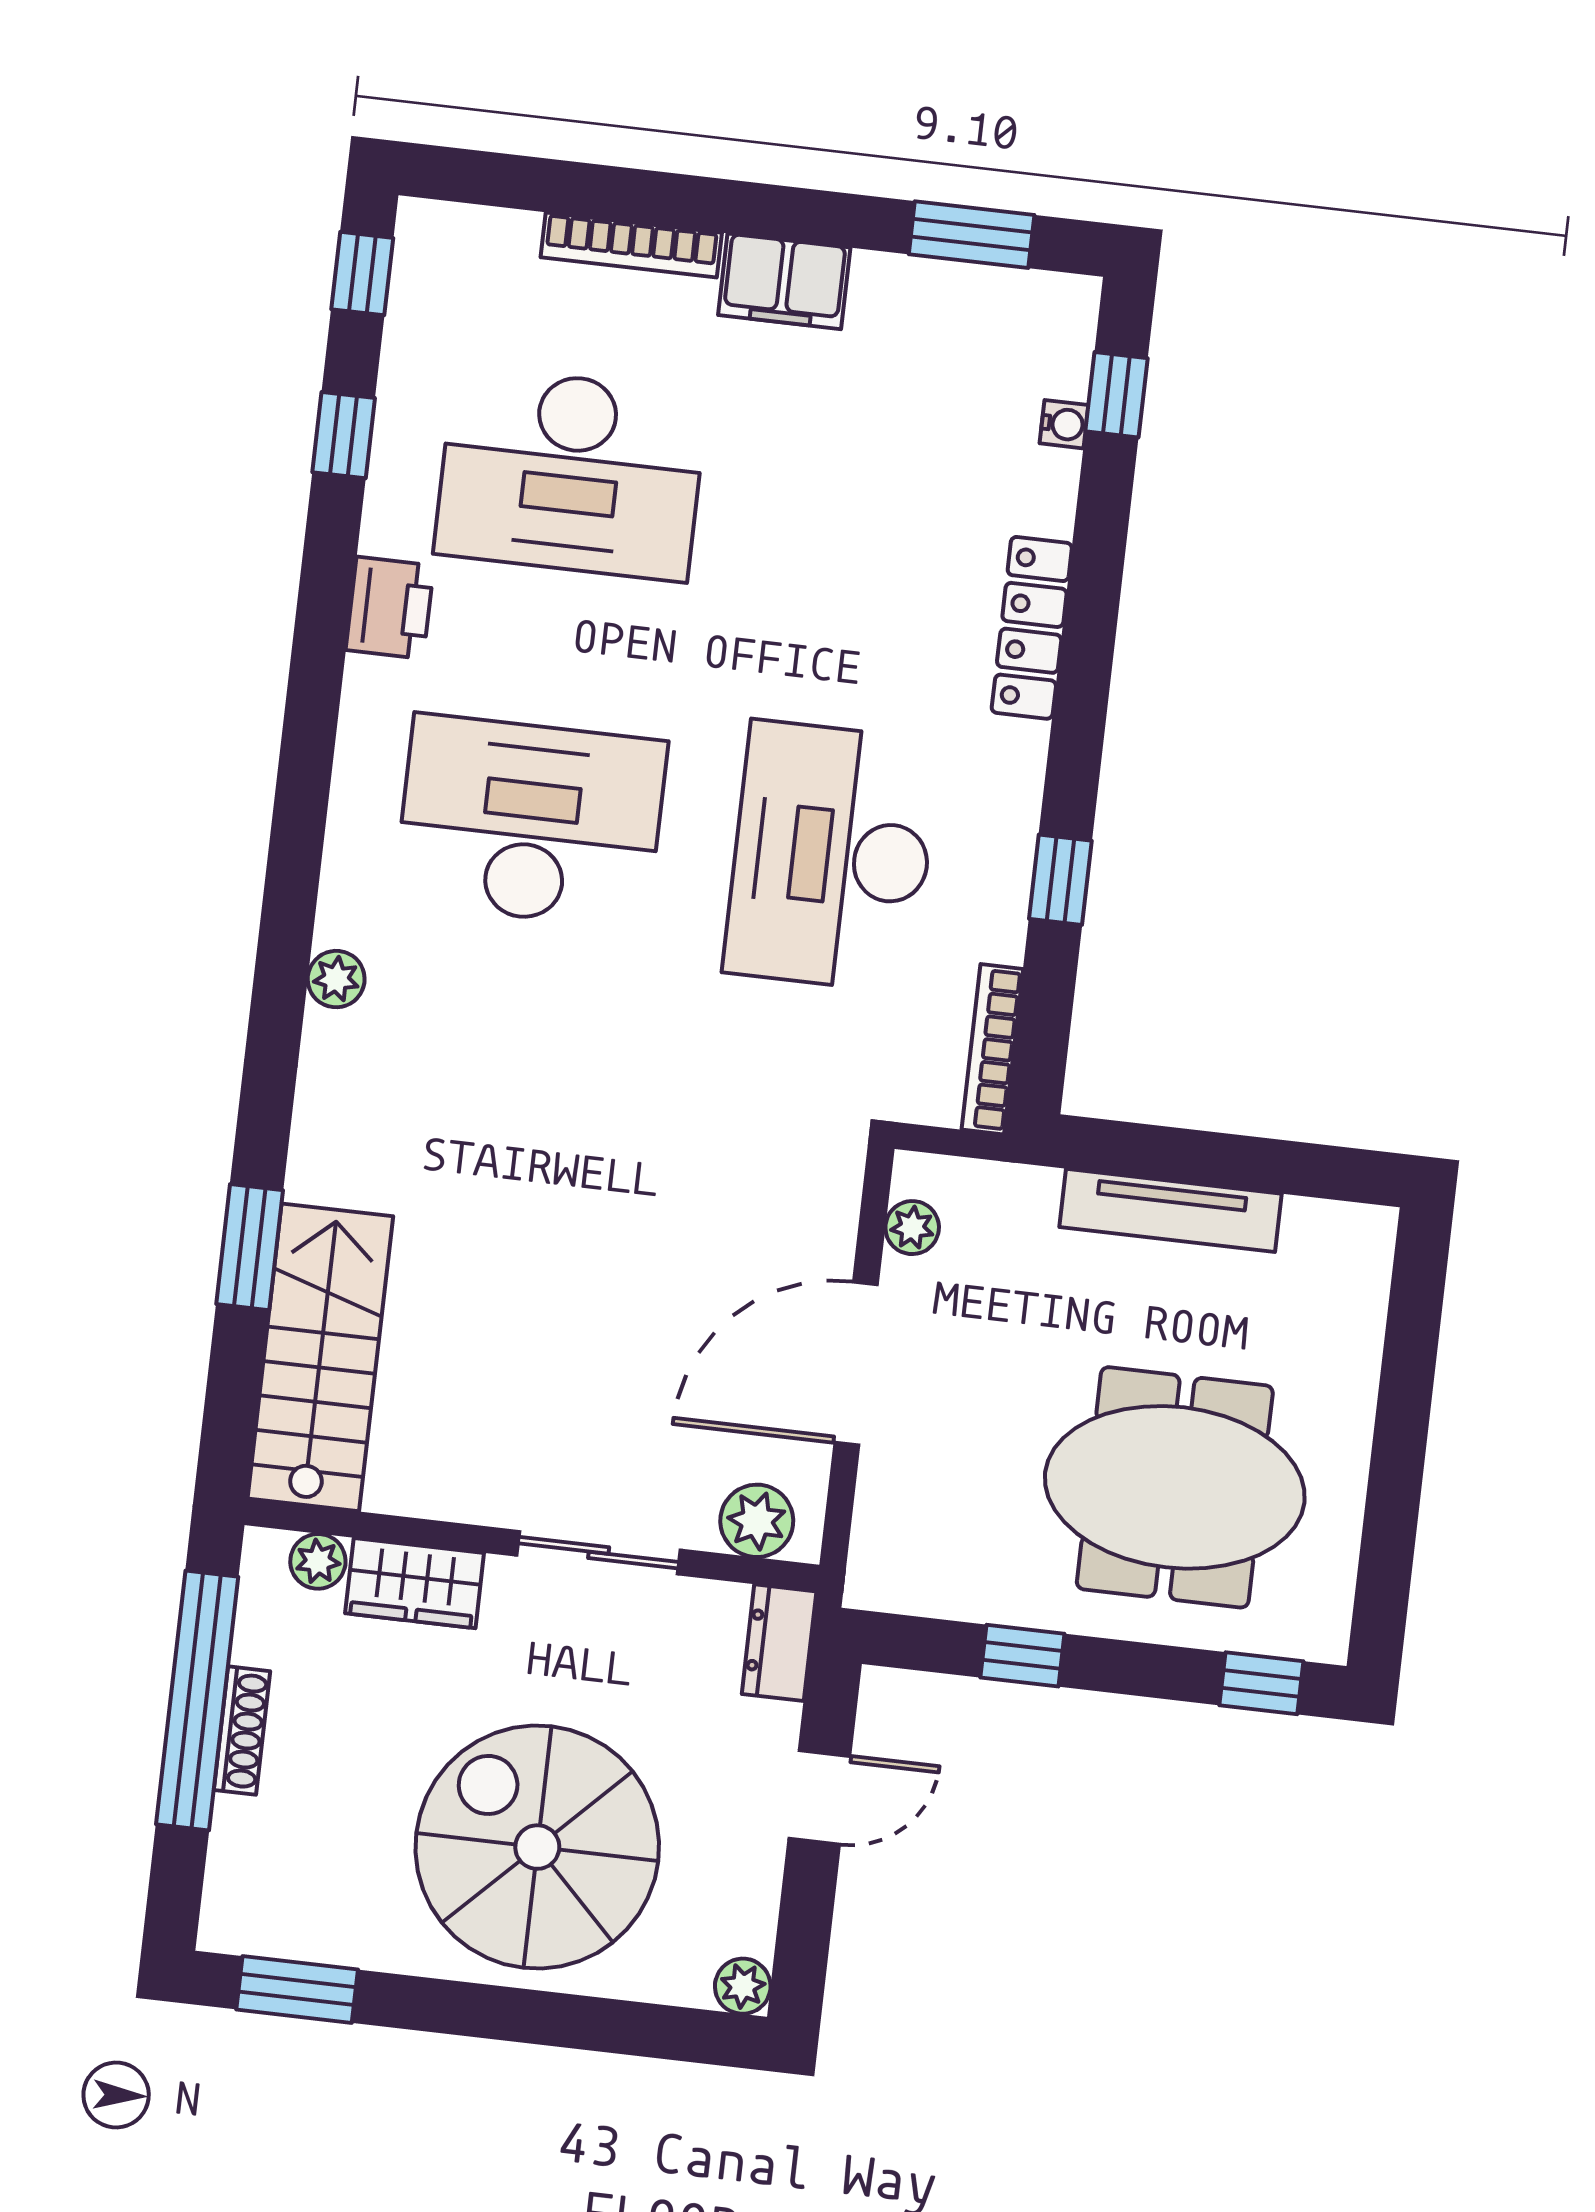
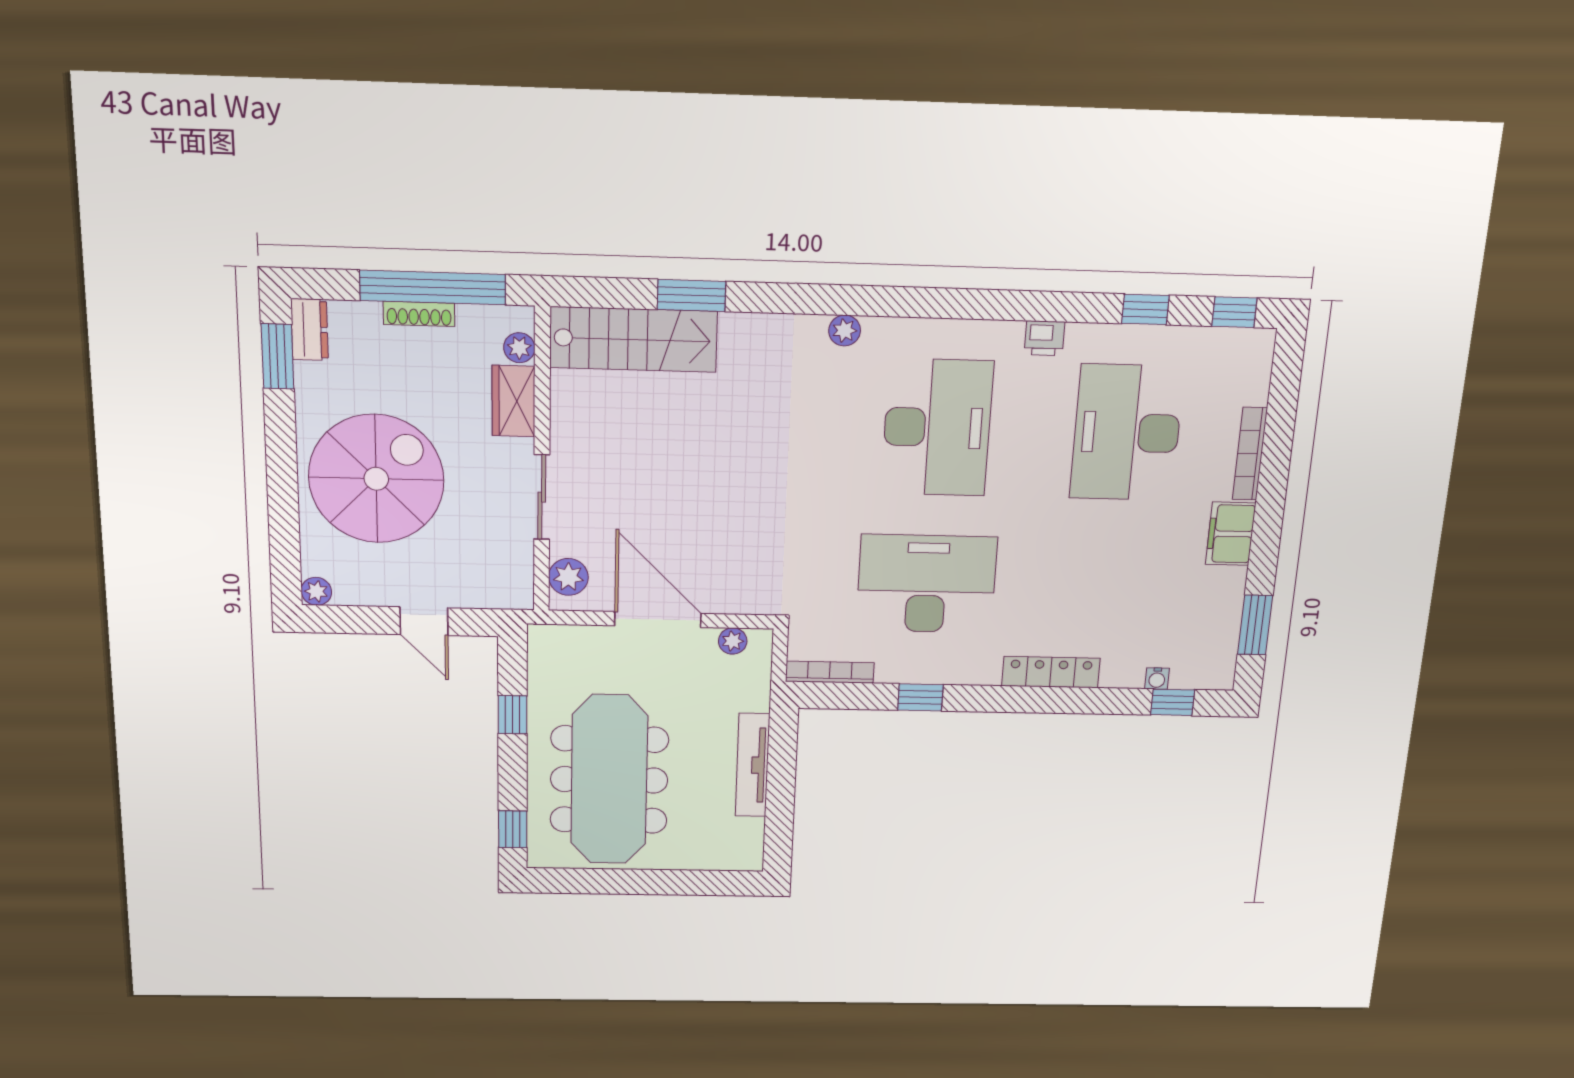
printer: (390, 608) -> (1044, 338), width x0.73, depth x0.81
meeting table: (1175, 1487) -> (609, 780), width x1.36
dresser: (779, 1643) -> (309, 330), moved, turned 90

